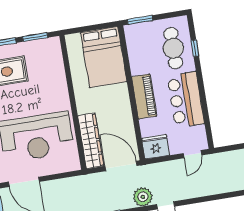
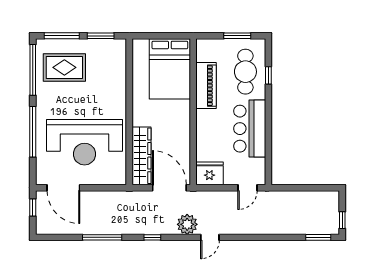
window: (140, 20) -> (237, 36), moved
piano: (144, 96) -> (206, 86), moved

